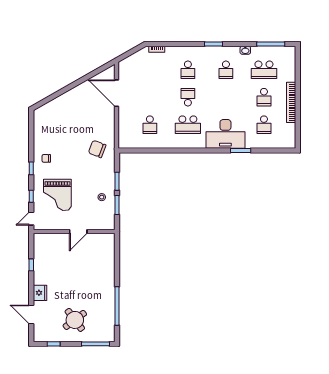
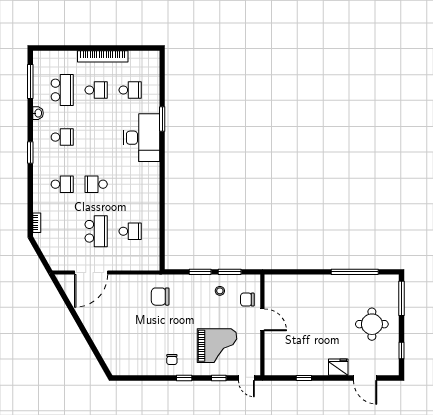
school desk: (188, 125) -> (96, 231), moved
chair: (97, 149) -> (160, 297), turned 69
chair: (95, 219) -> (247, 300), added
door: (31, 315) -> (365, 378), hinge flipped
round table: (75, 320) -> (372, 324), turned 37

